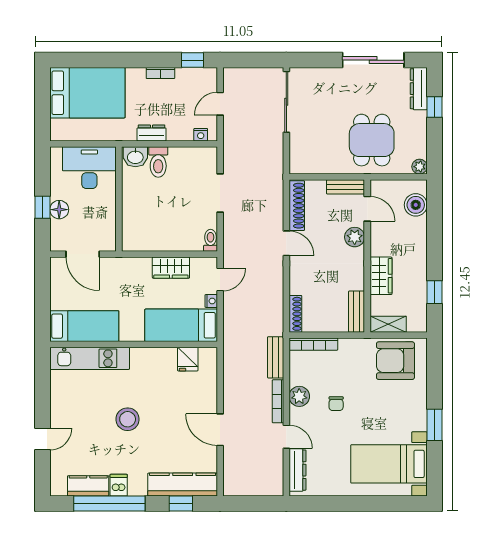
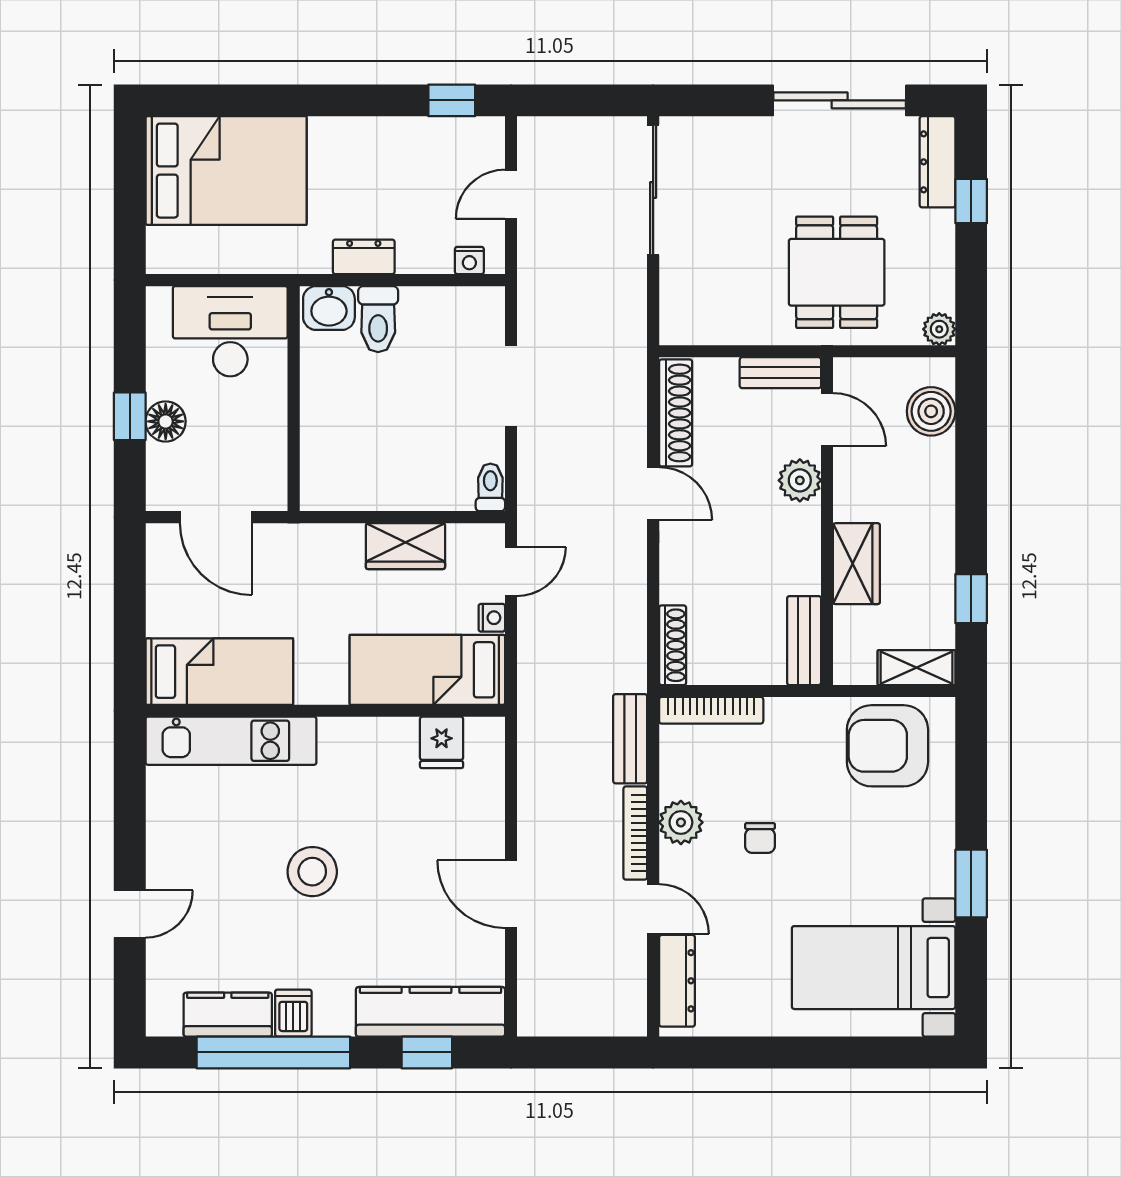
bookcase: (160, 73) -> (383, 128), removed
shelving: (388, 324) -> (916, 668), moved

